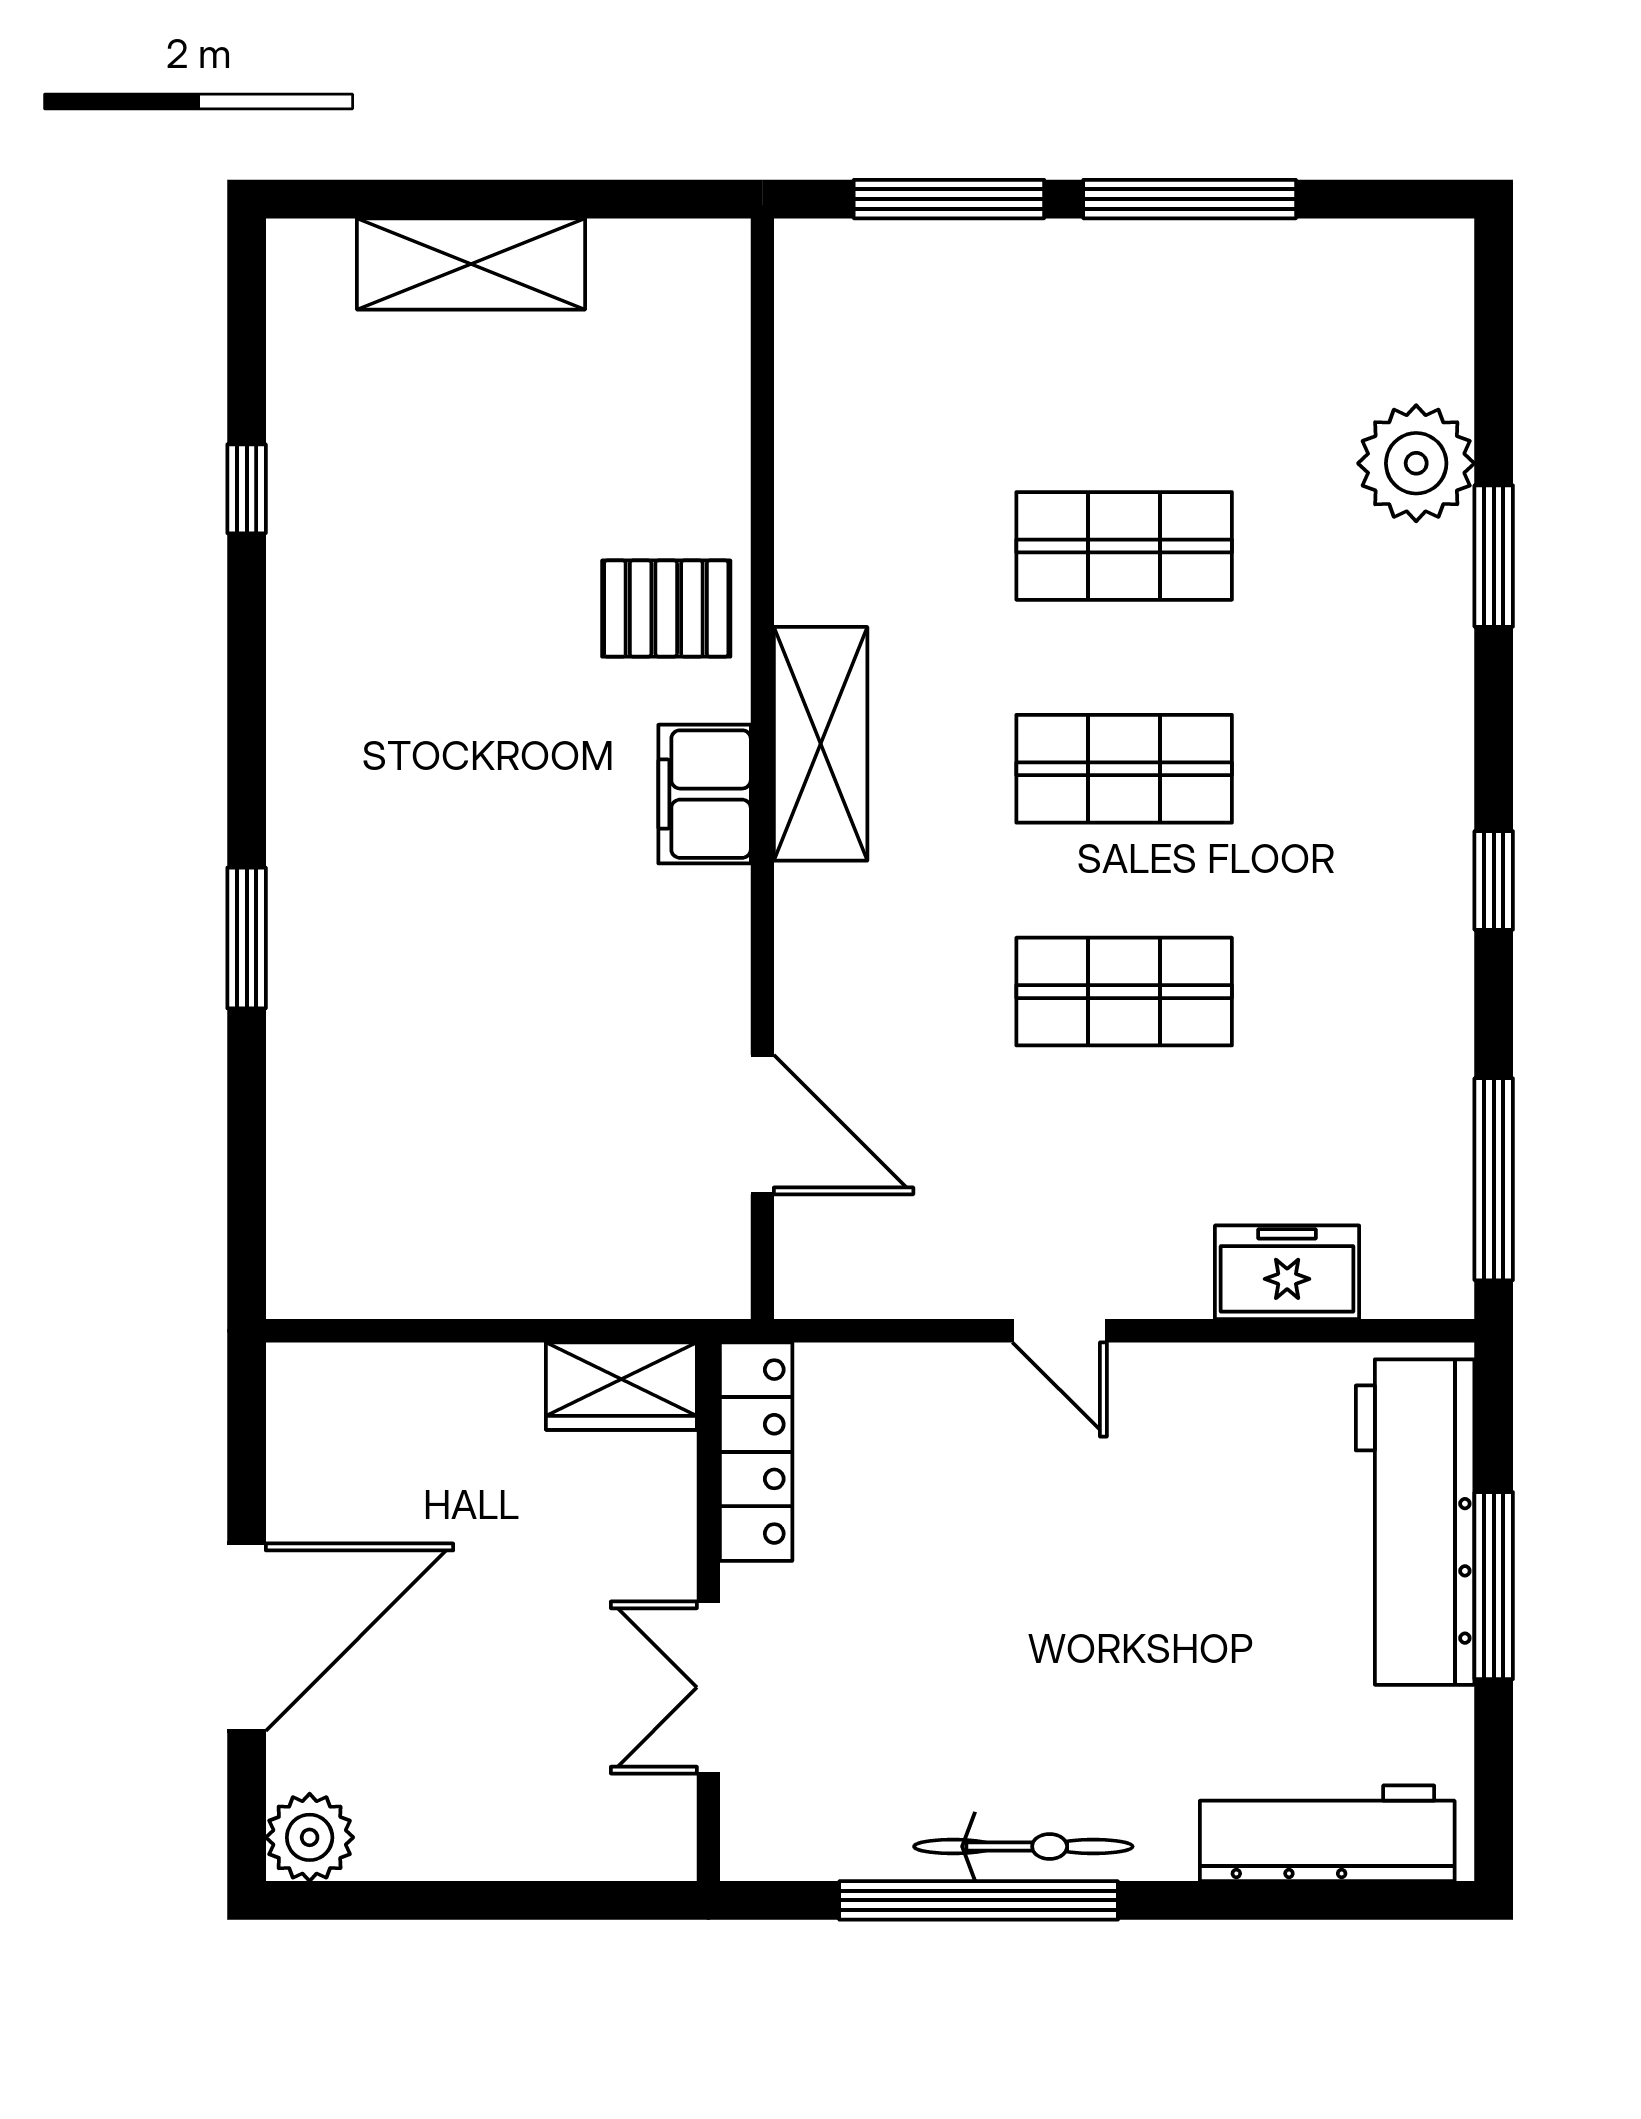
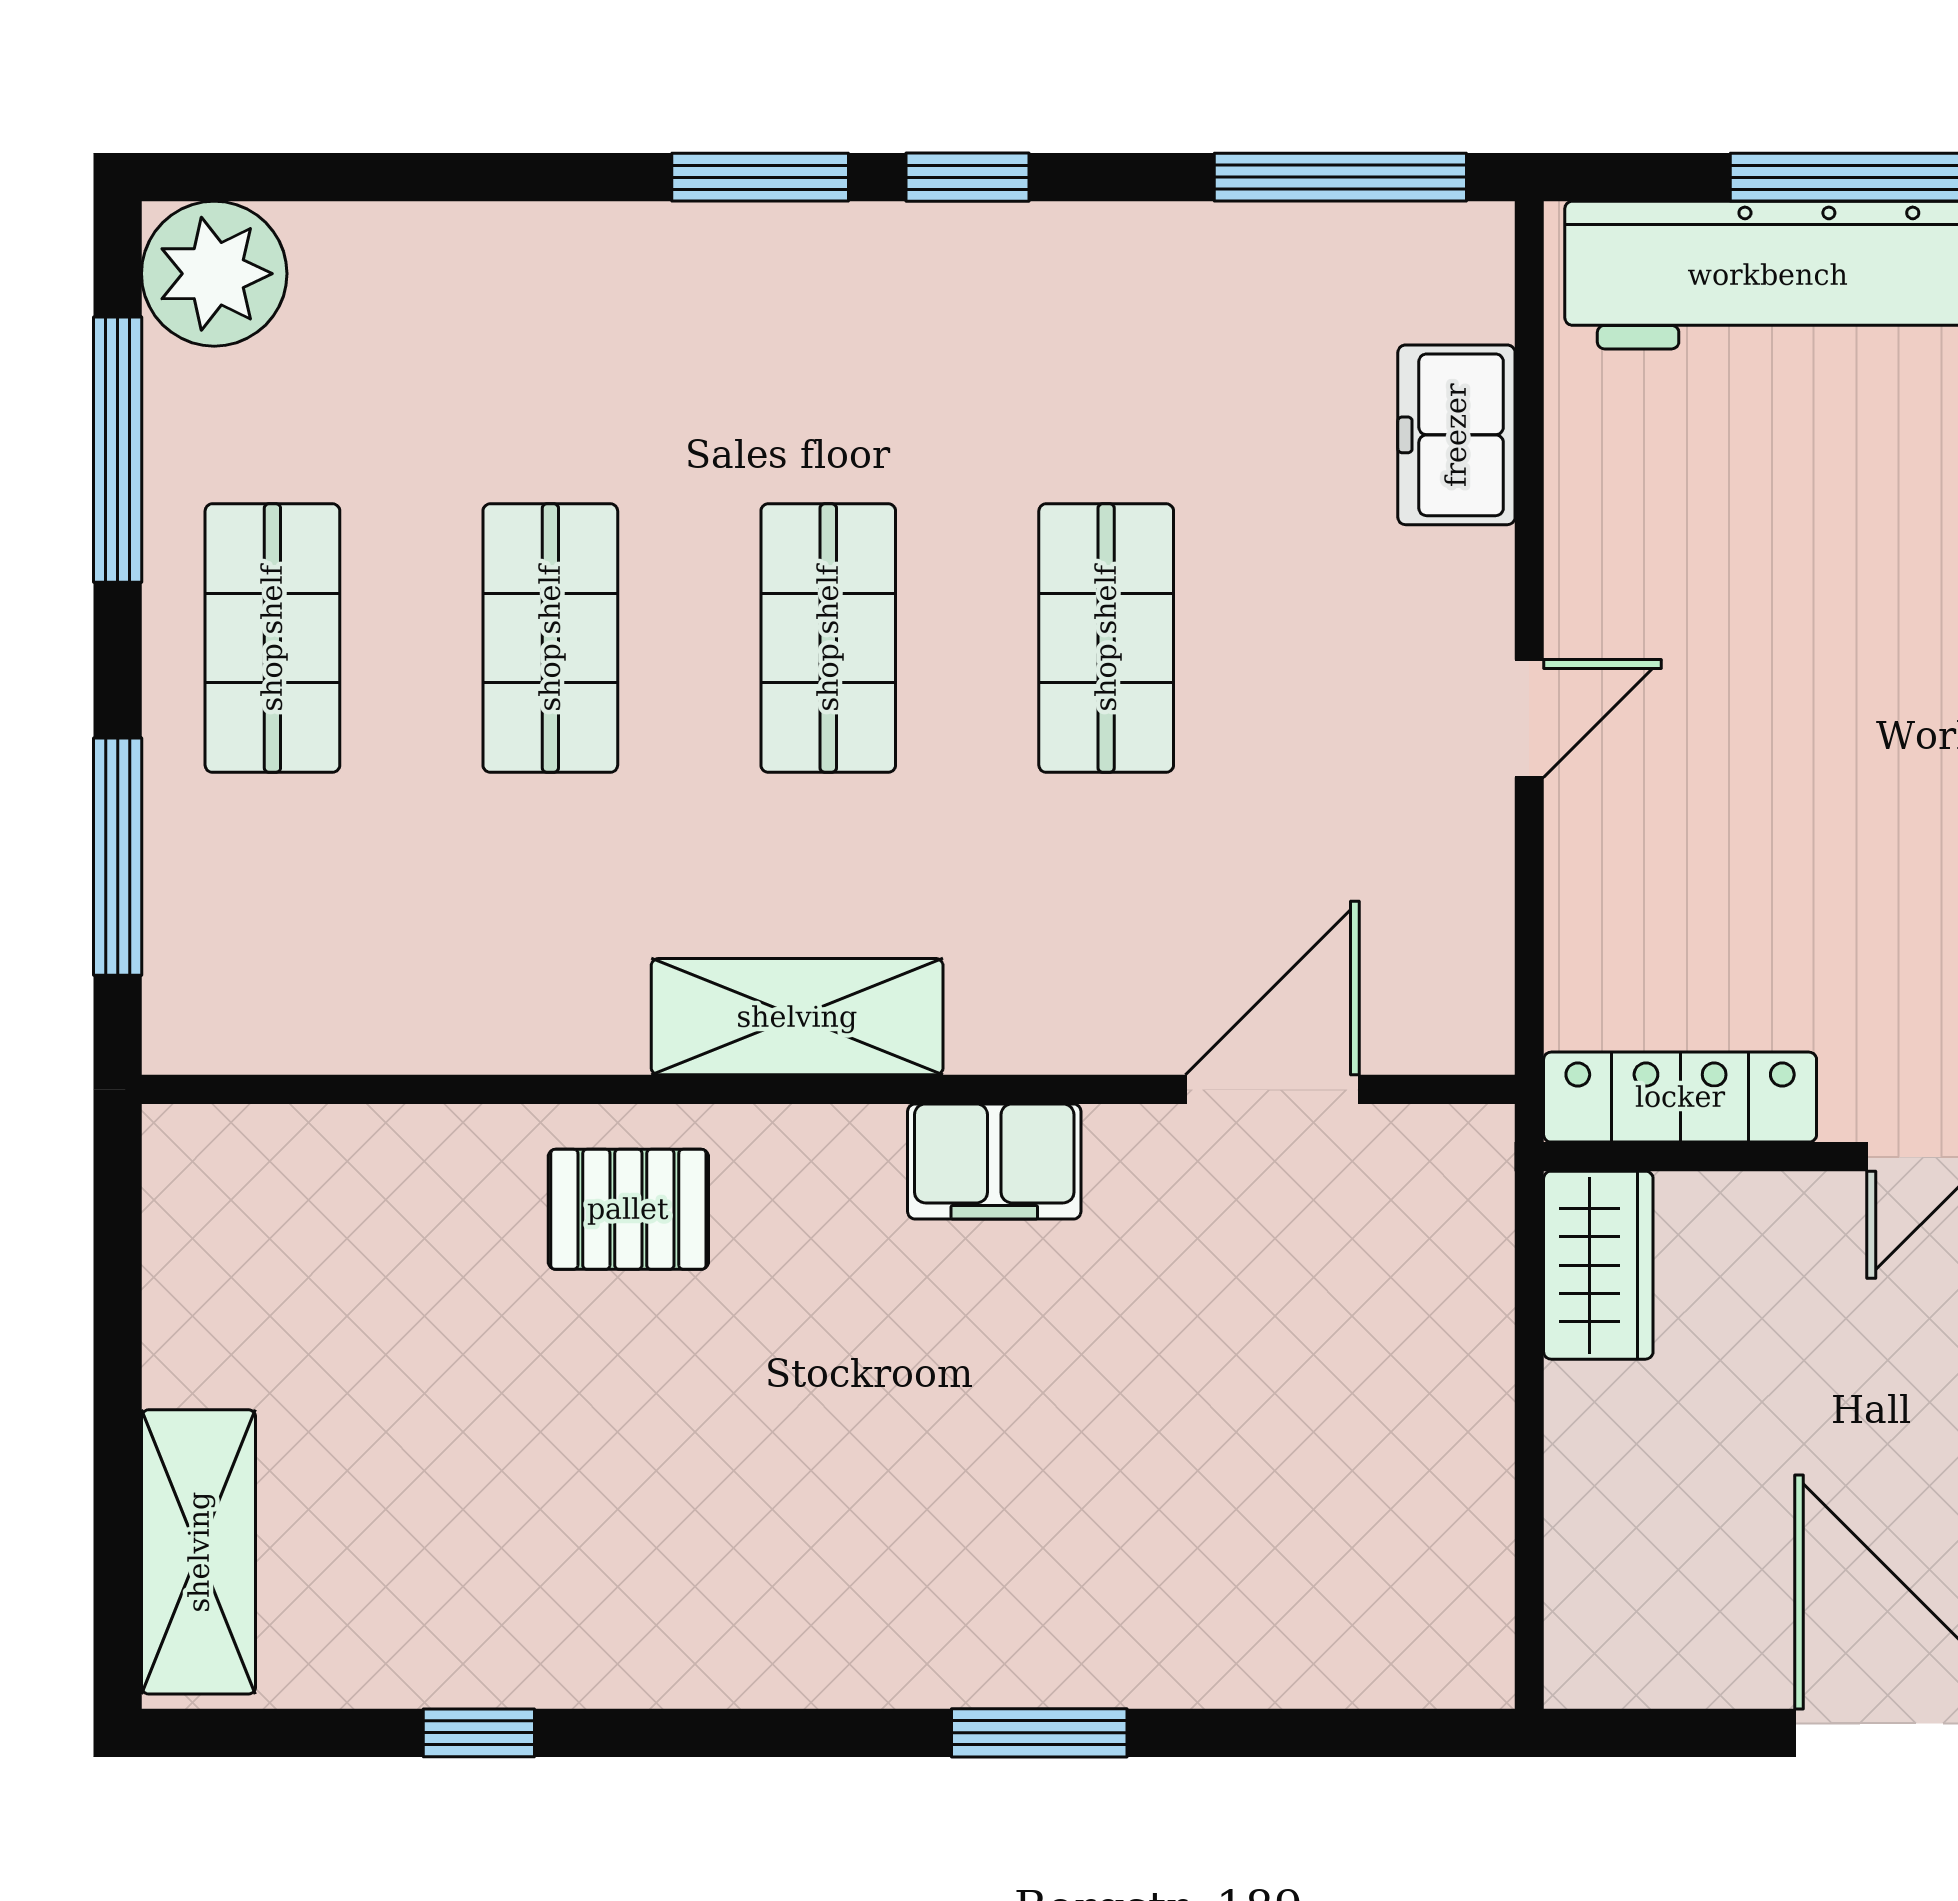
window: (1190, 199) -> (118, 450), moved
shelving: (471, 264) -> (199, 1552), moved
shop shelf: (1124, 323) -> (272, 638), added
plant: (1416, 463) -> (214, 274), moved
window: (1494, 556) -> (760, 177), moved
pallet: (666, 609) -> (628, 1209), turned 90
filing cabinet: (705, 794) -> (994, 1161), moved

